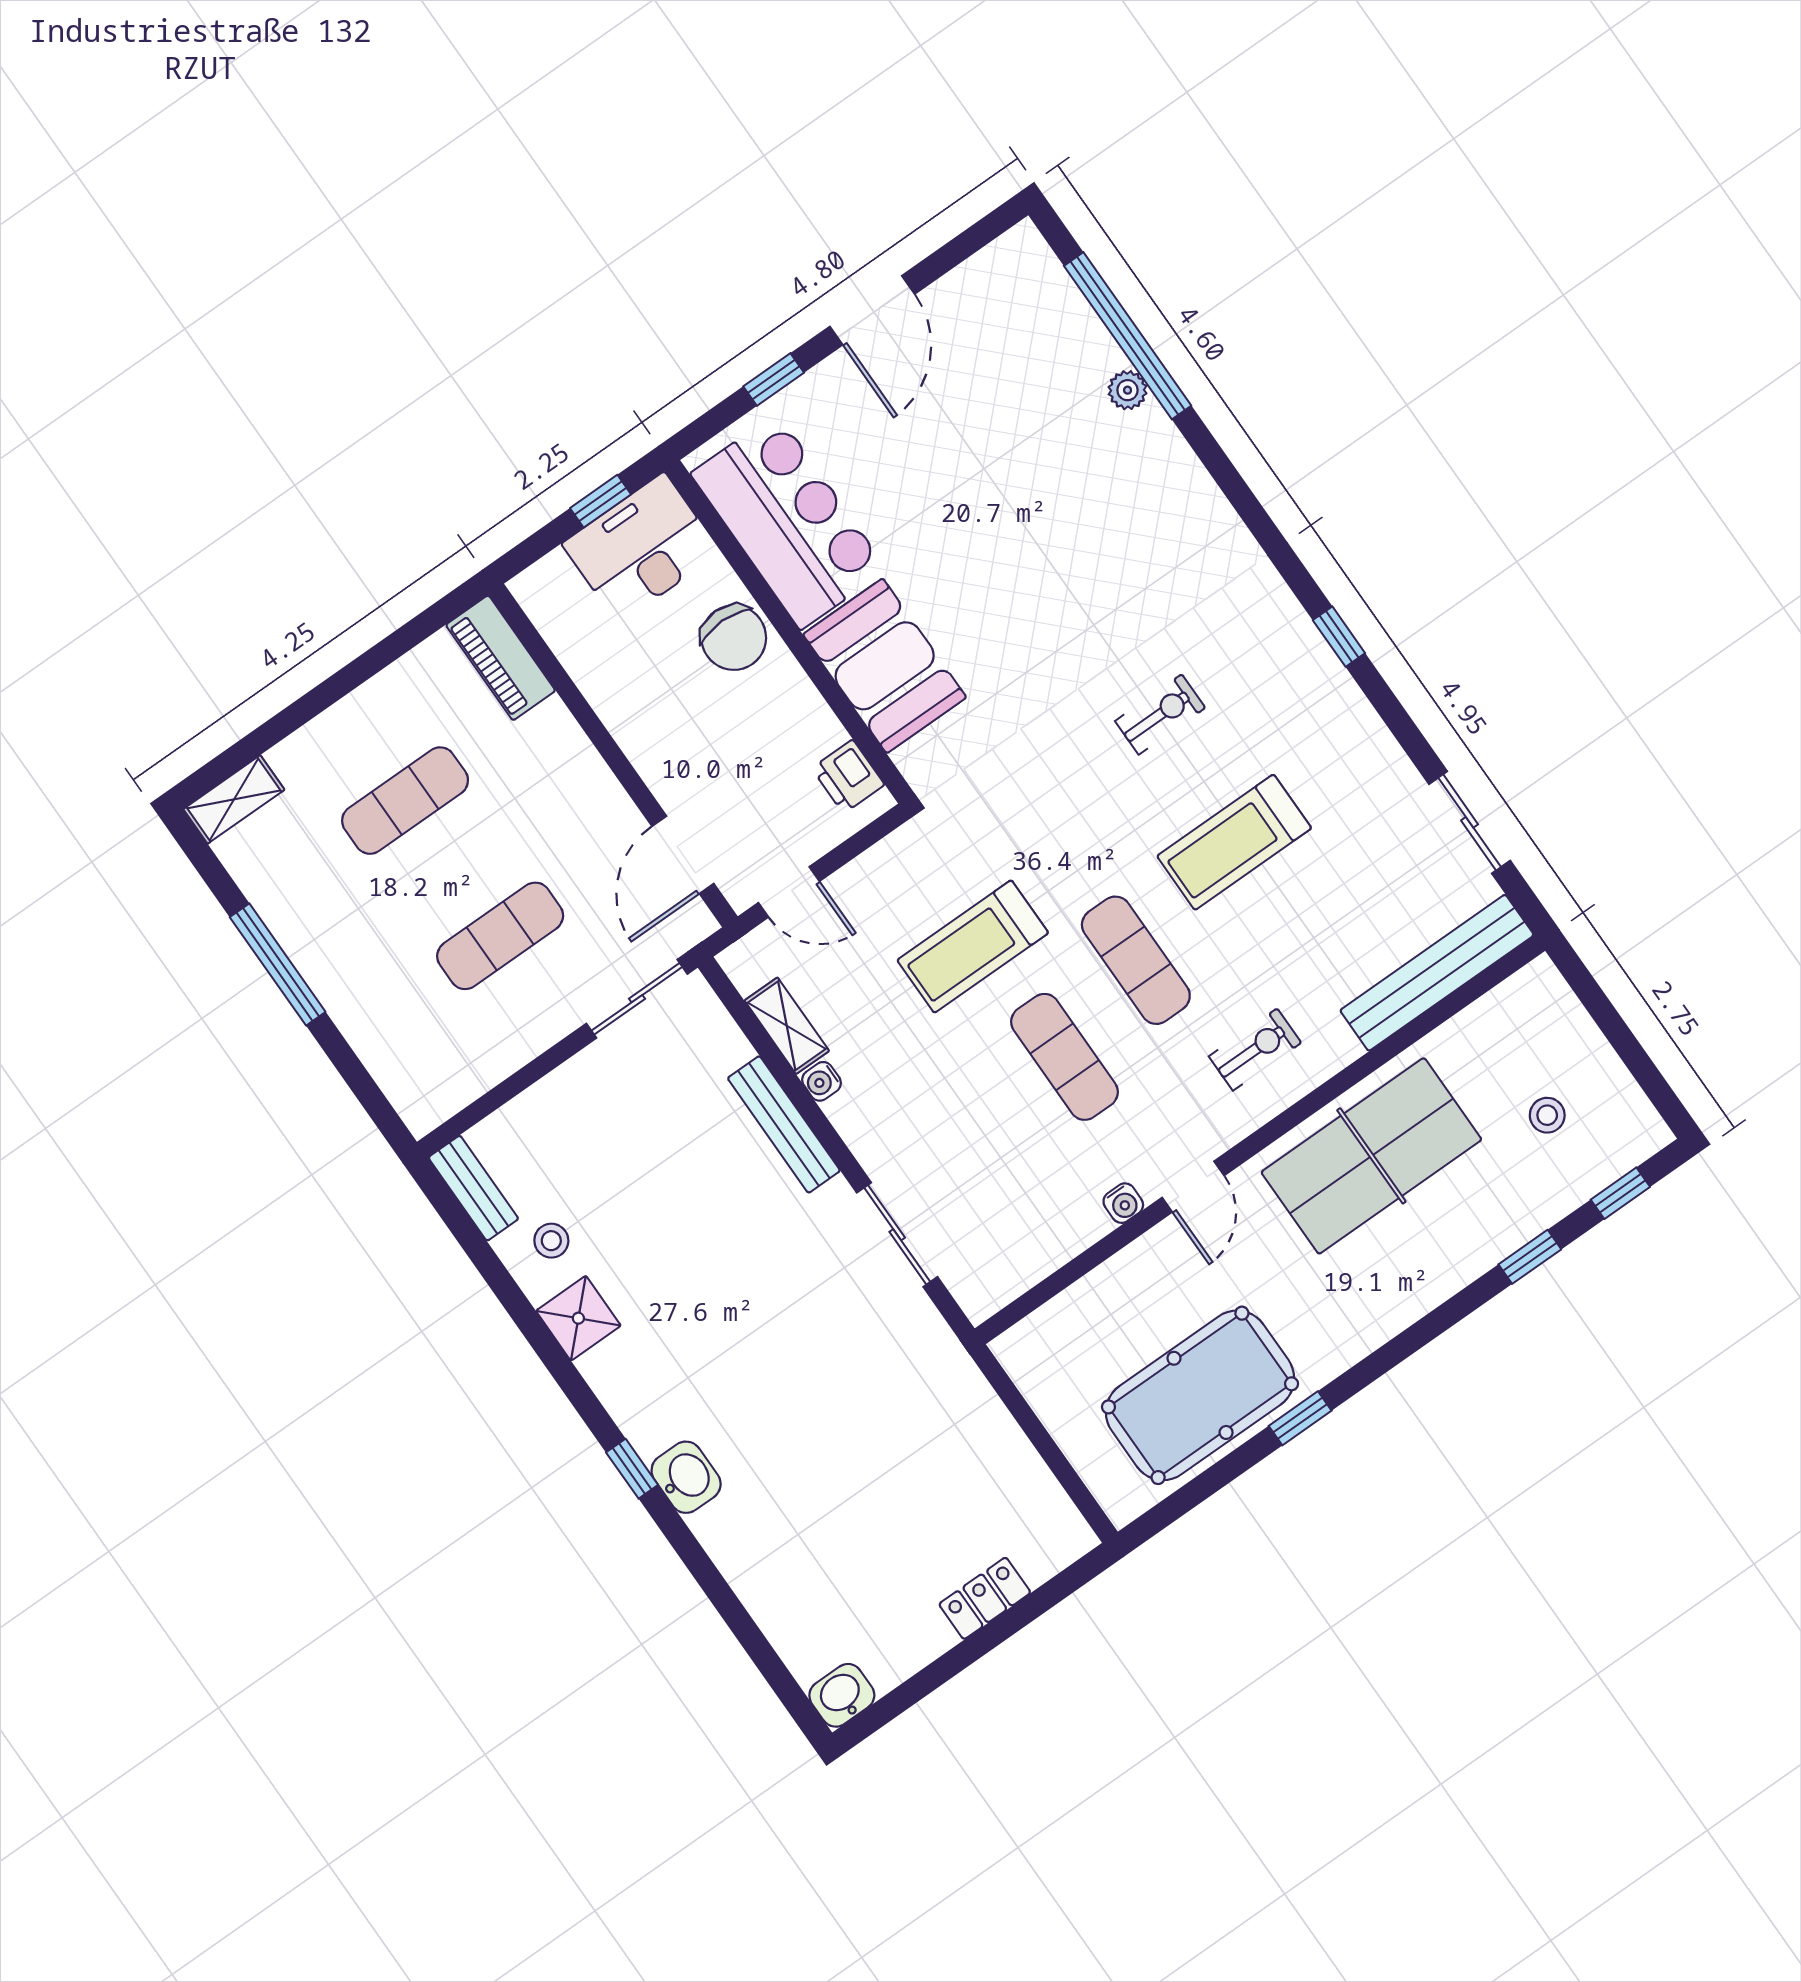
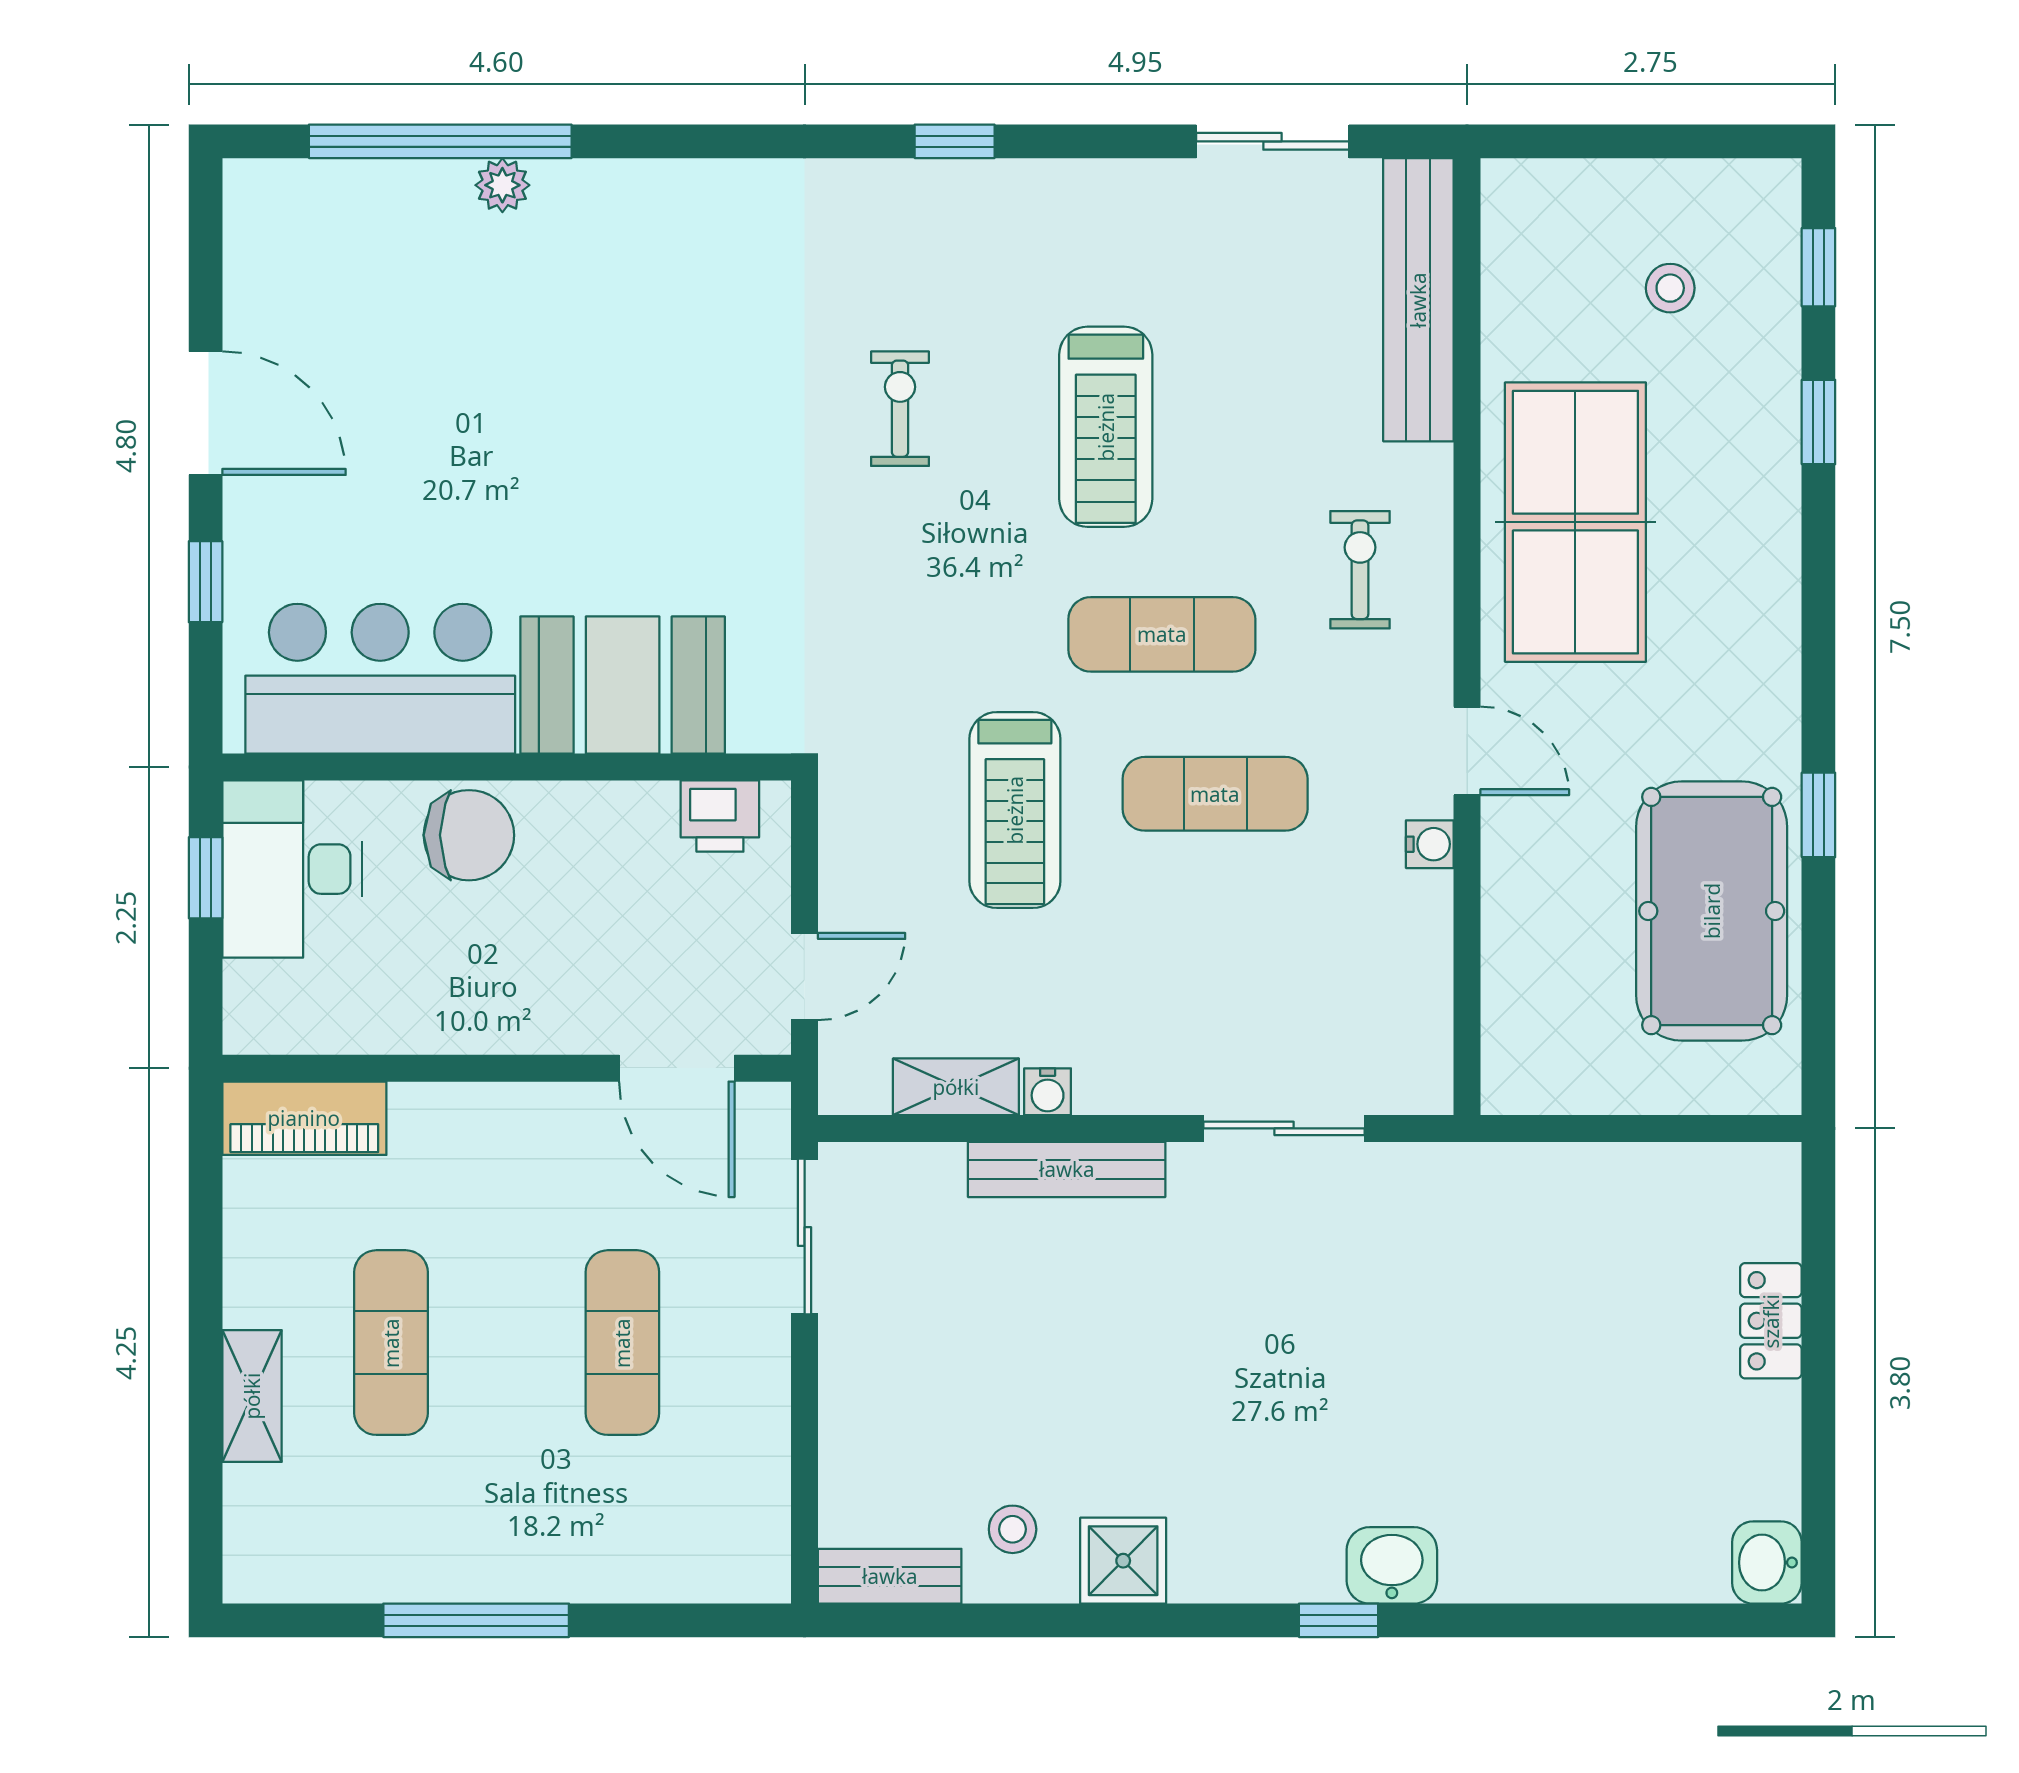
shelving: (234, 799) -> (252, 1396), moved

